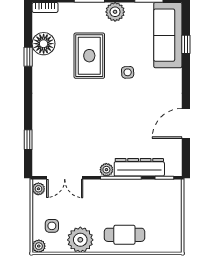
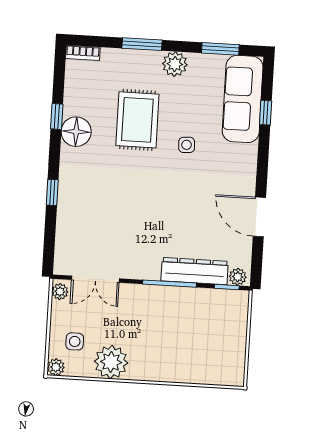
floor lamp: (44, 44) -> (76, 132), moved
door: (186, 123) -> (259, 217), hinge flipped
window: (28, 140) -> (52, 192), moved
plant: (106, 170) -> (238, 277), moved
cafe table: (124, 235) -> (170, 359), removed

